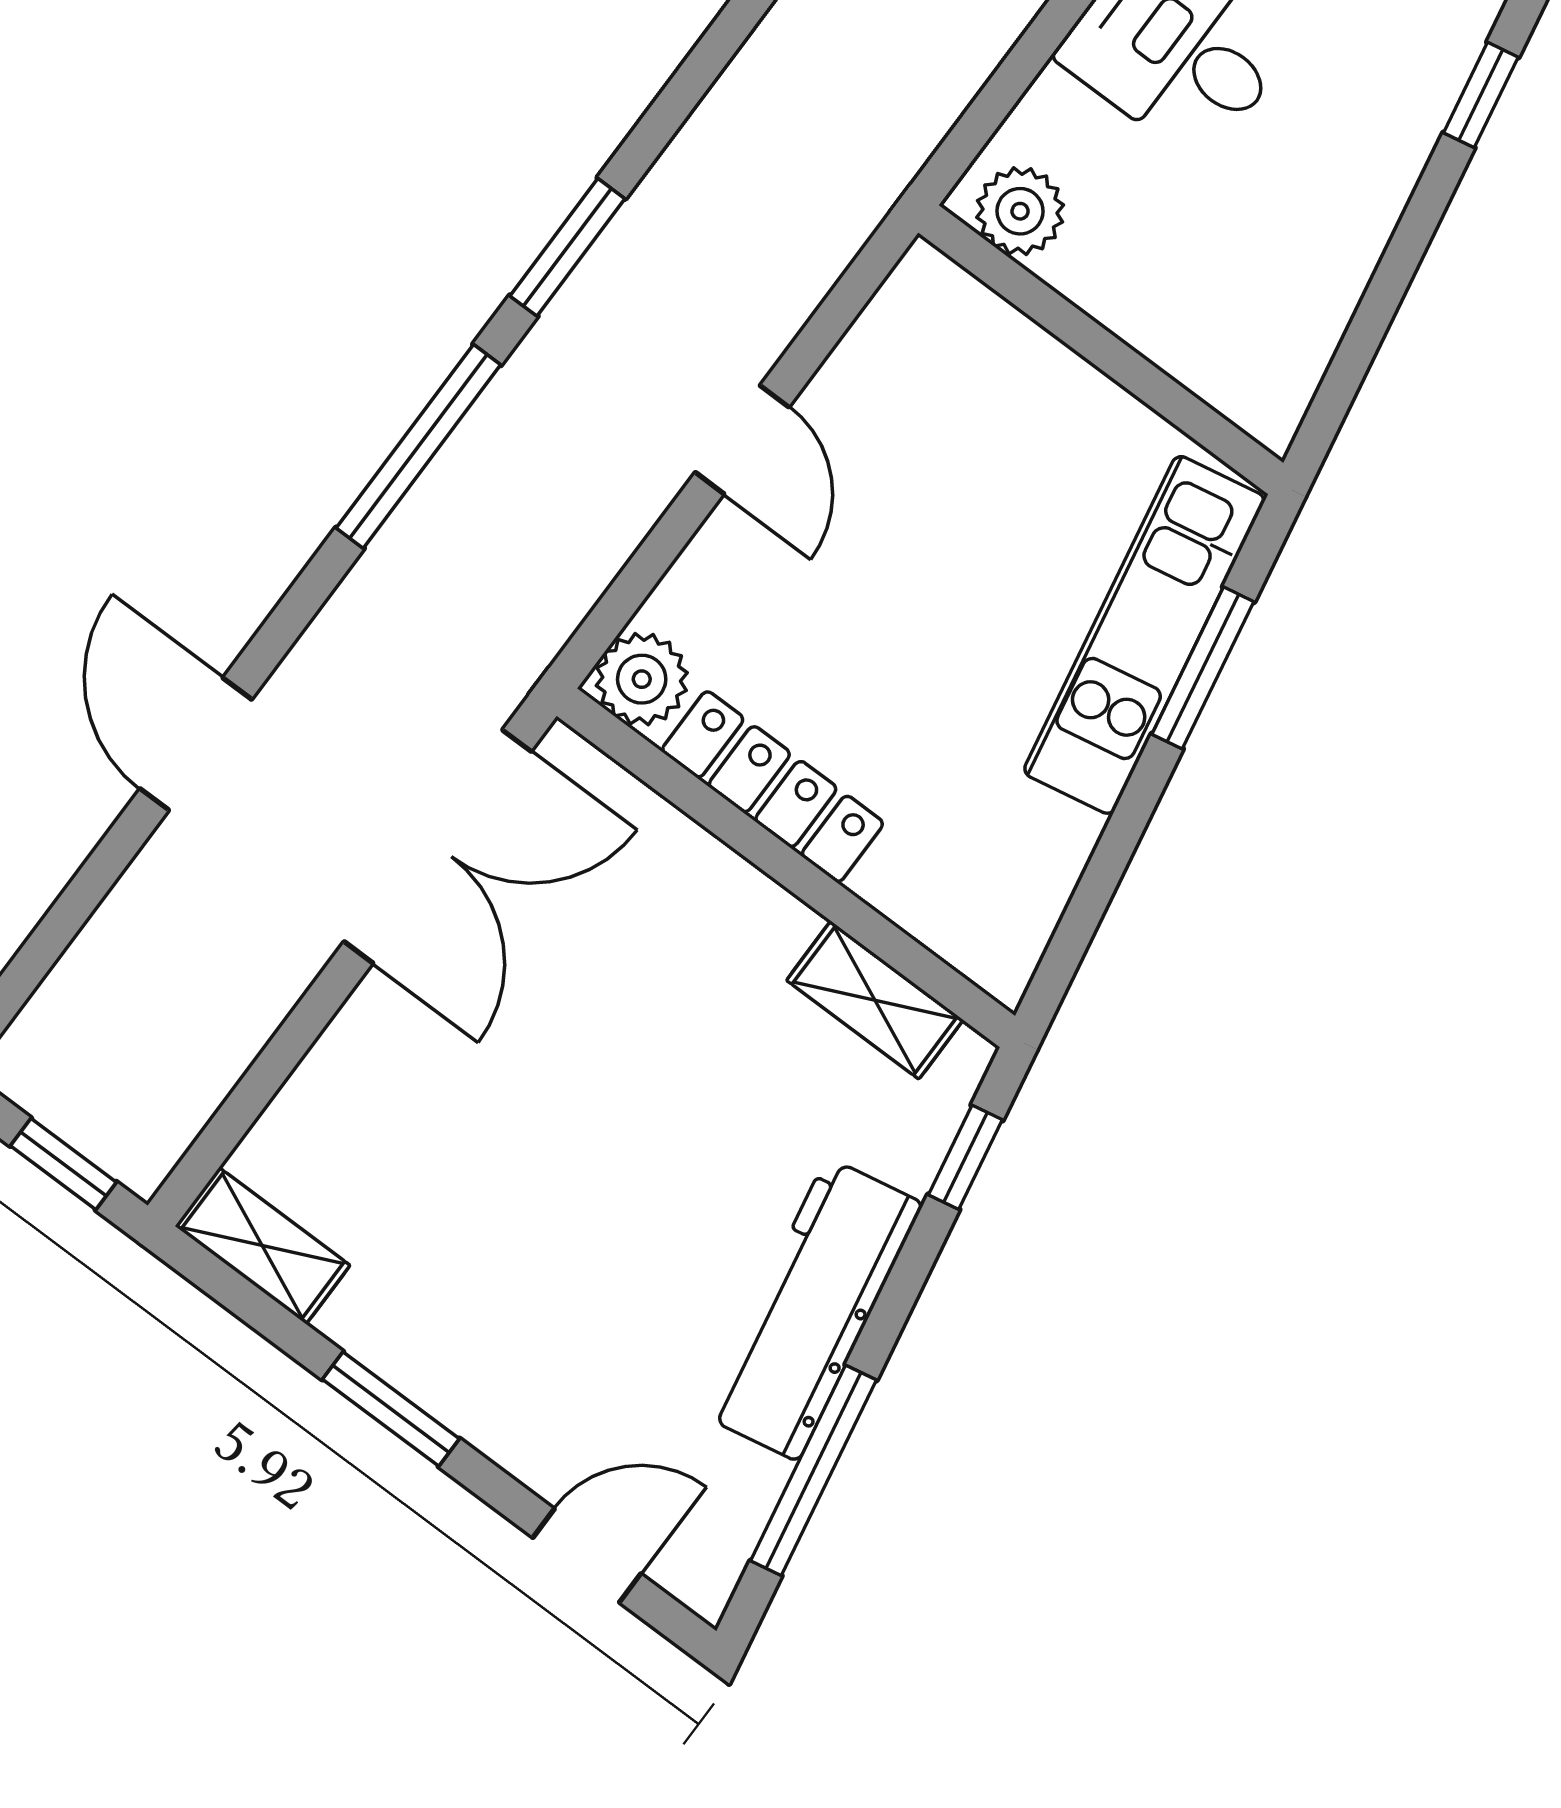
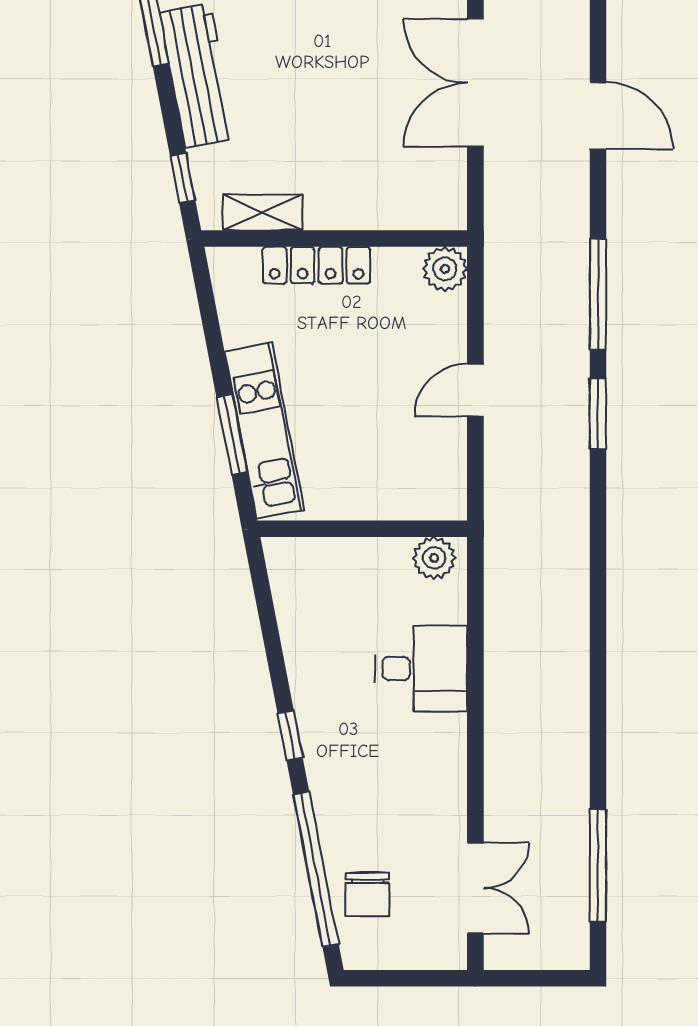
door: (742, 440) -> (475, 390), hinge flipped
locker: (773, 787) -> (317, 265), moved
double door: (438, 846) -> (475, 83), moved

